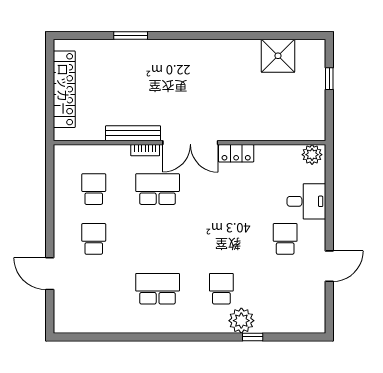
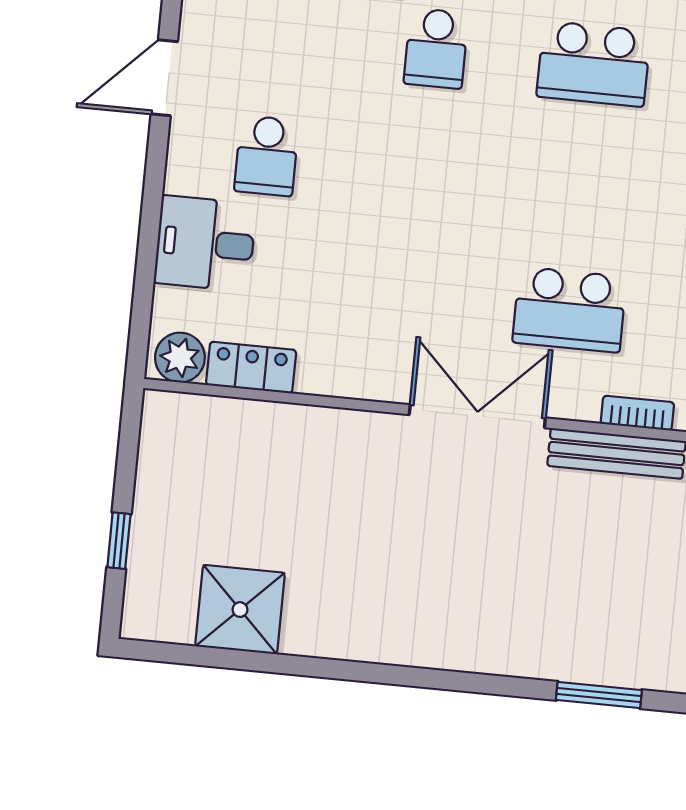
bookcase: (145, 150) -> (637, 413), moved
locker: (236, 153) -> (251, 368), moved

